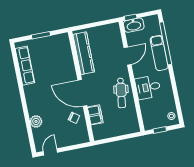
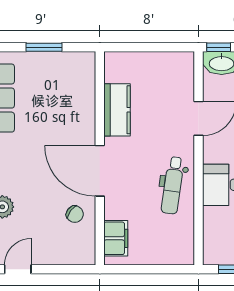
kitchen counter: (84, 53) -> (117, 110), width x0.67
filing cabinet: (95, 115) -> (116, 238), moved

